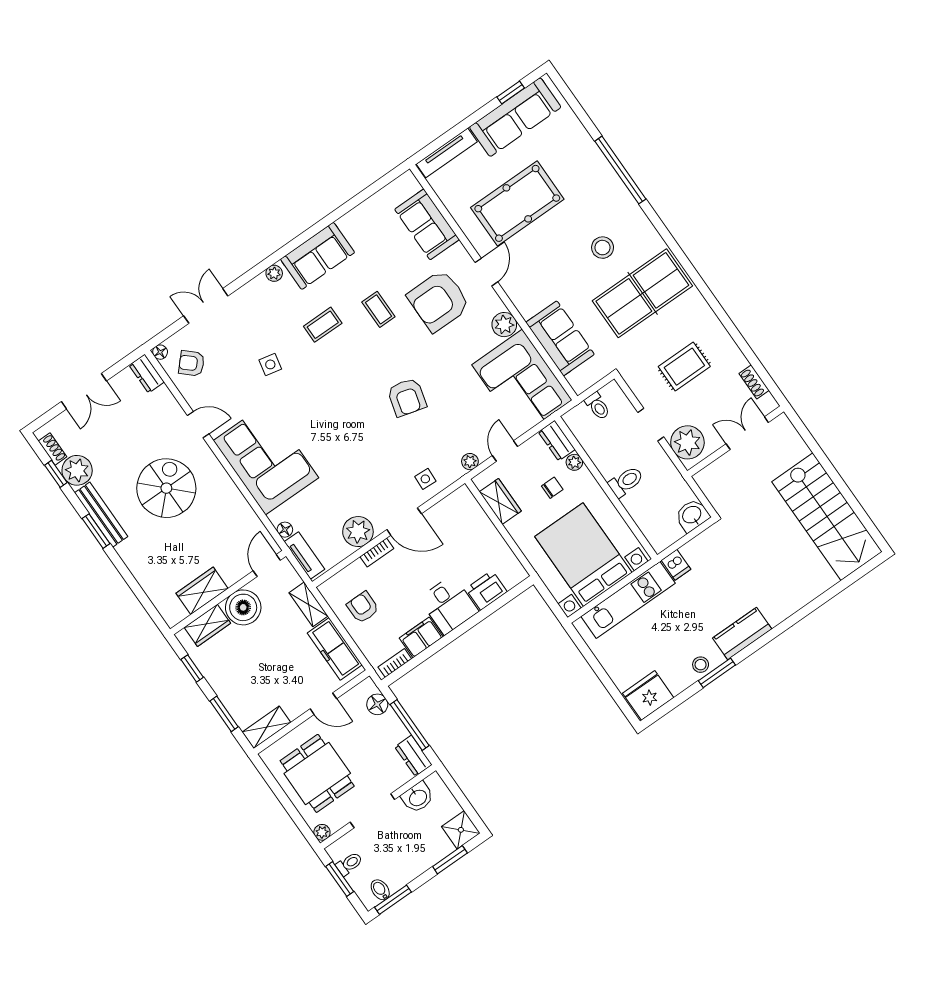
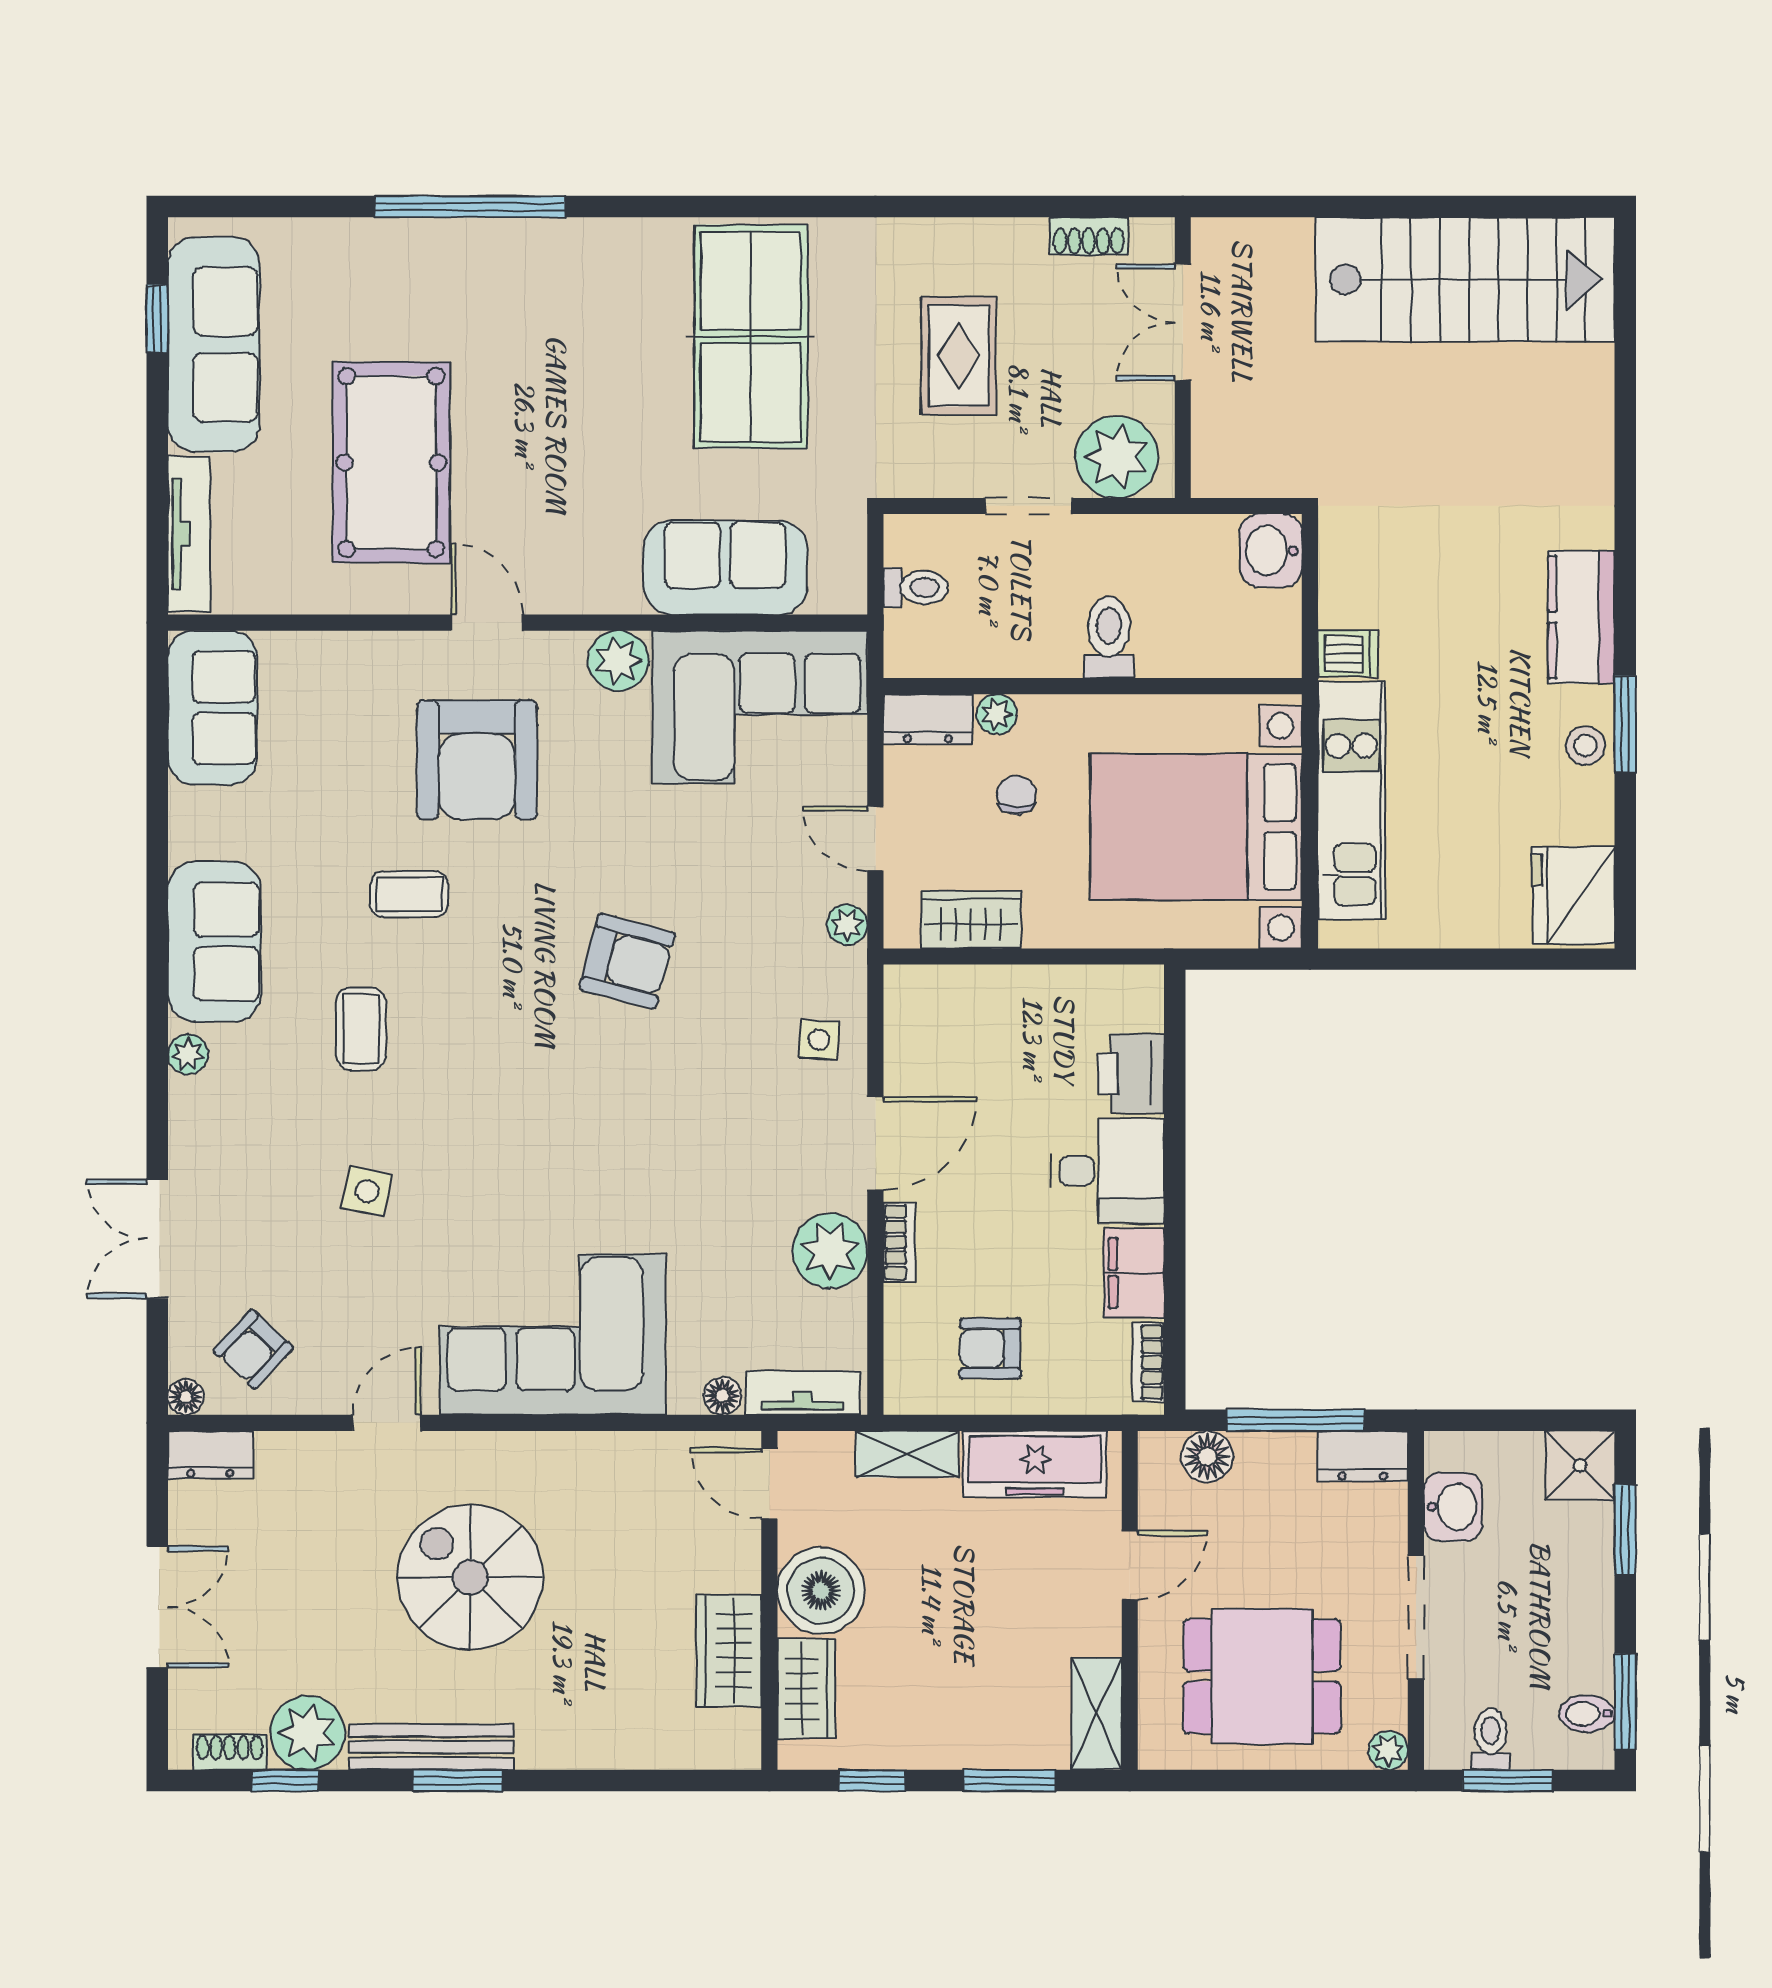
sofa: (427, 224) -> (212, 708), moved, turned -90
stool: (603, 248) -> (602, 352), removed

